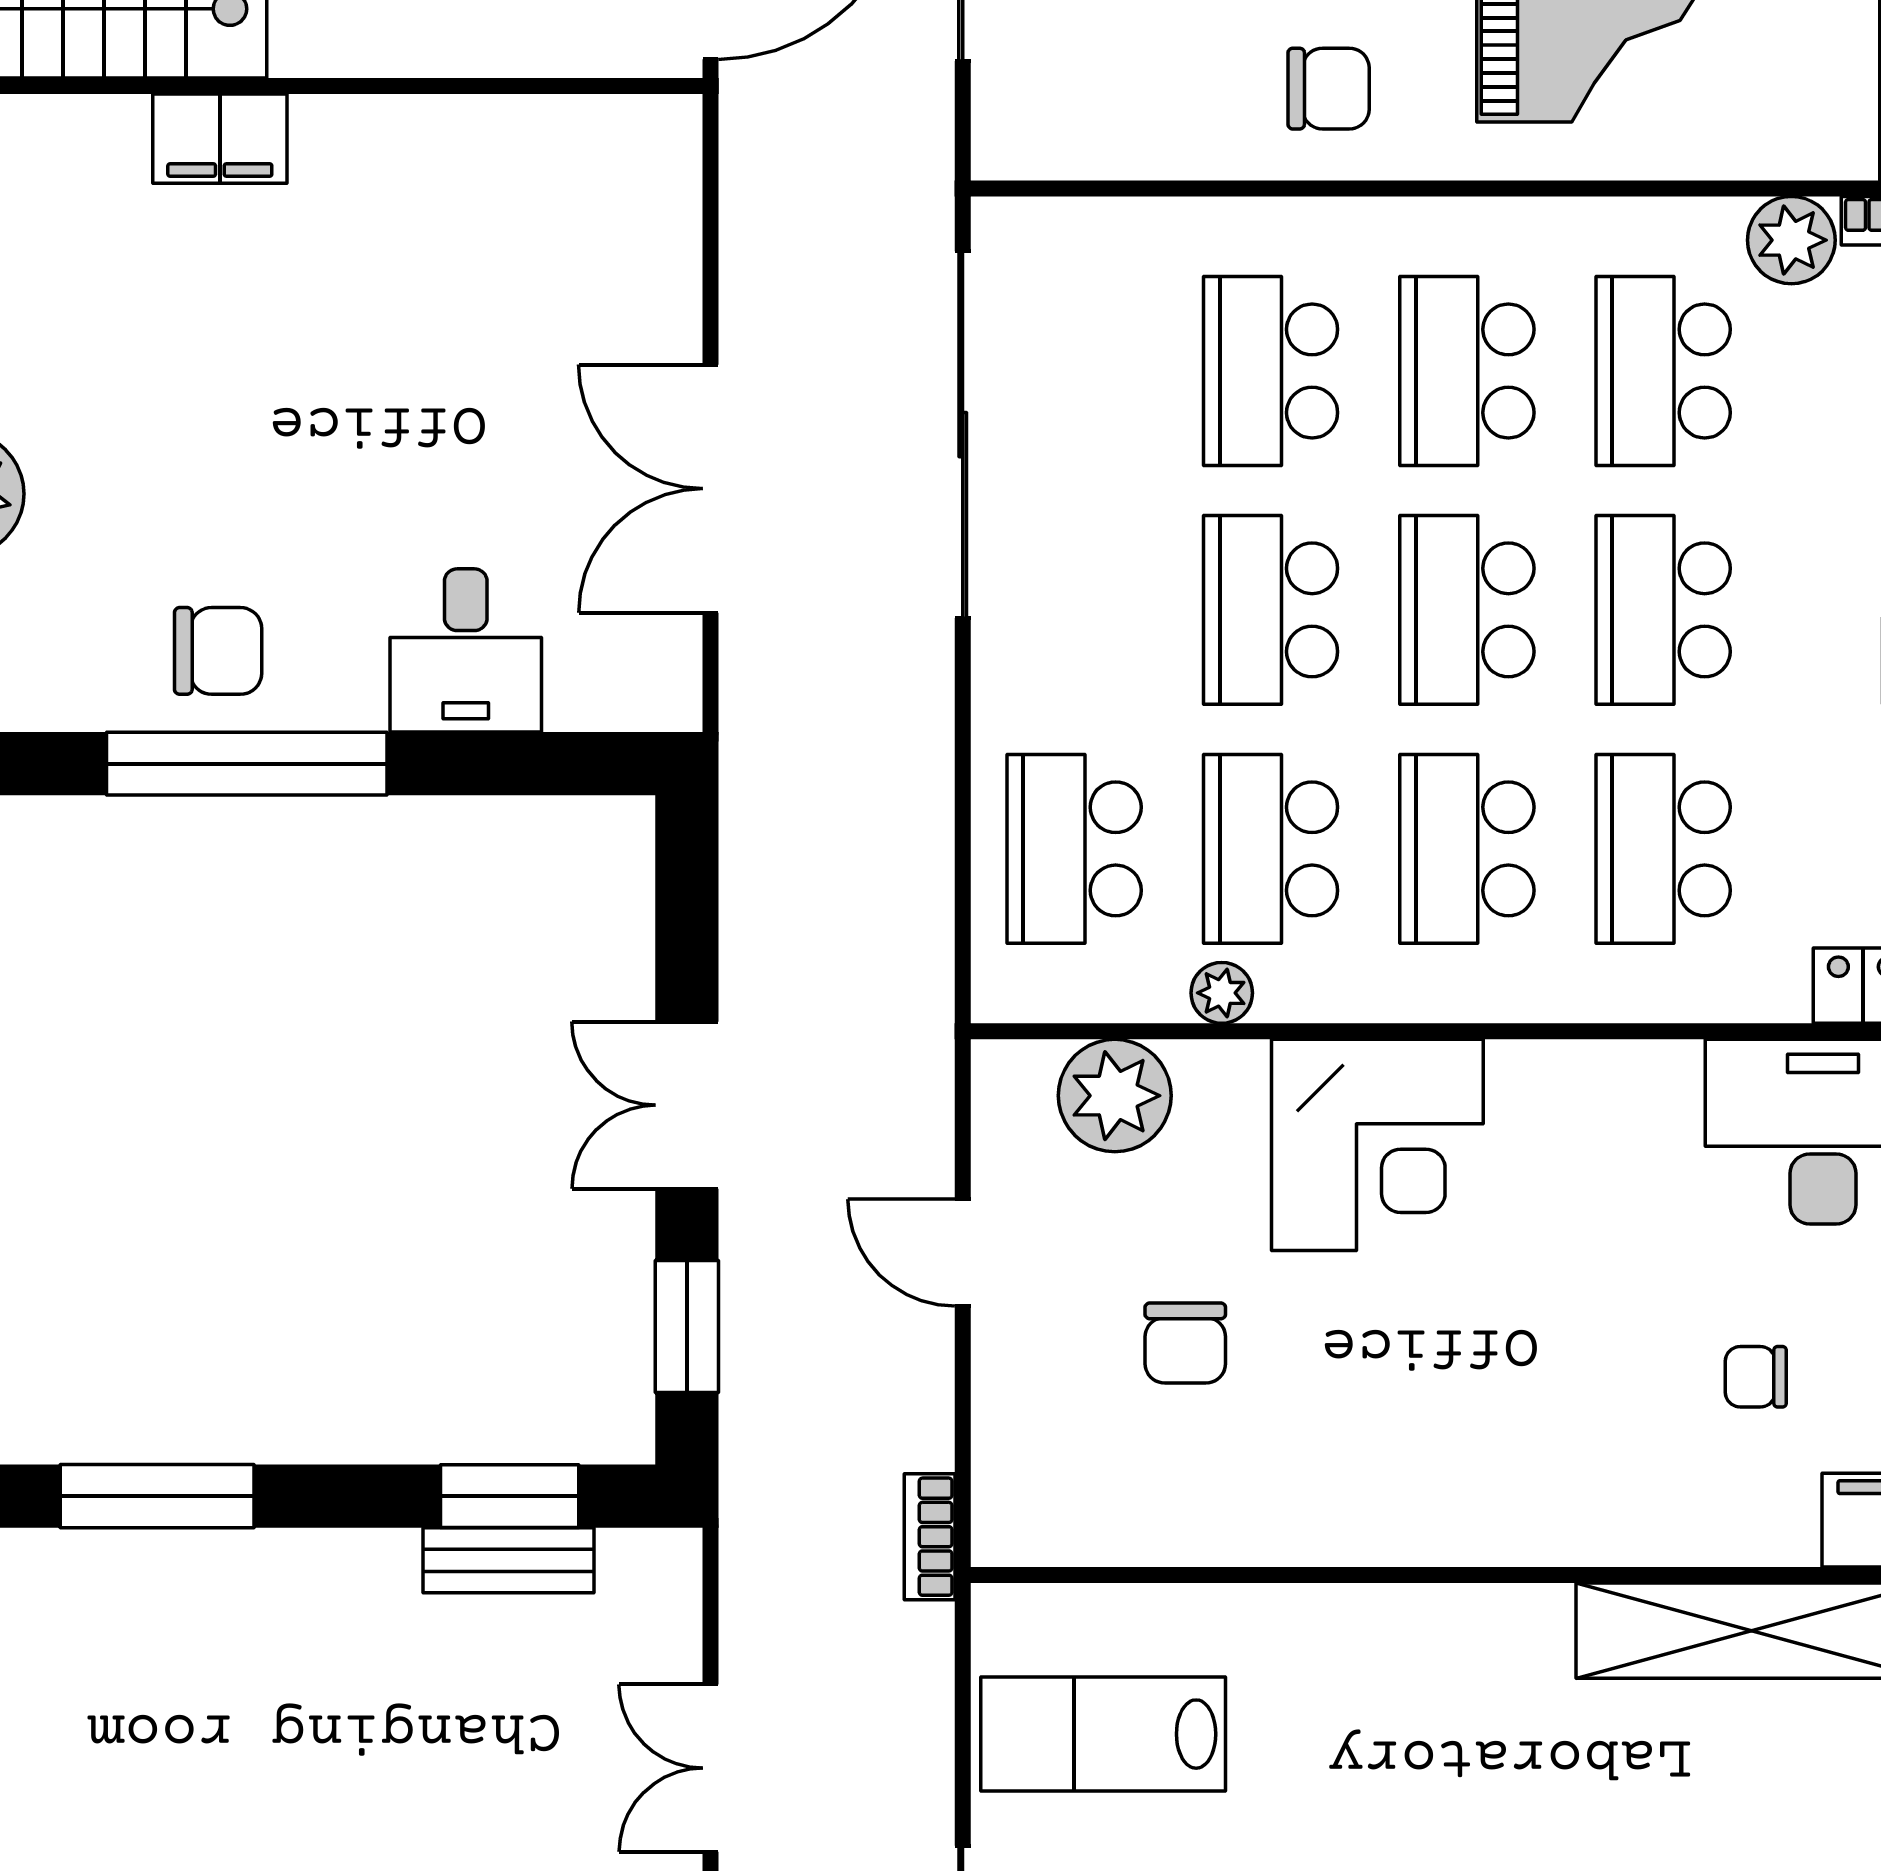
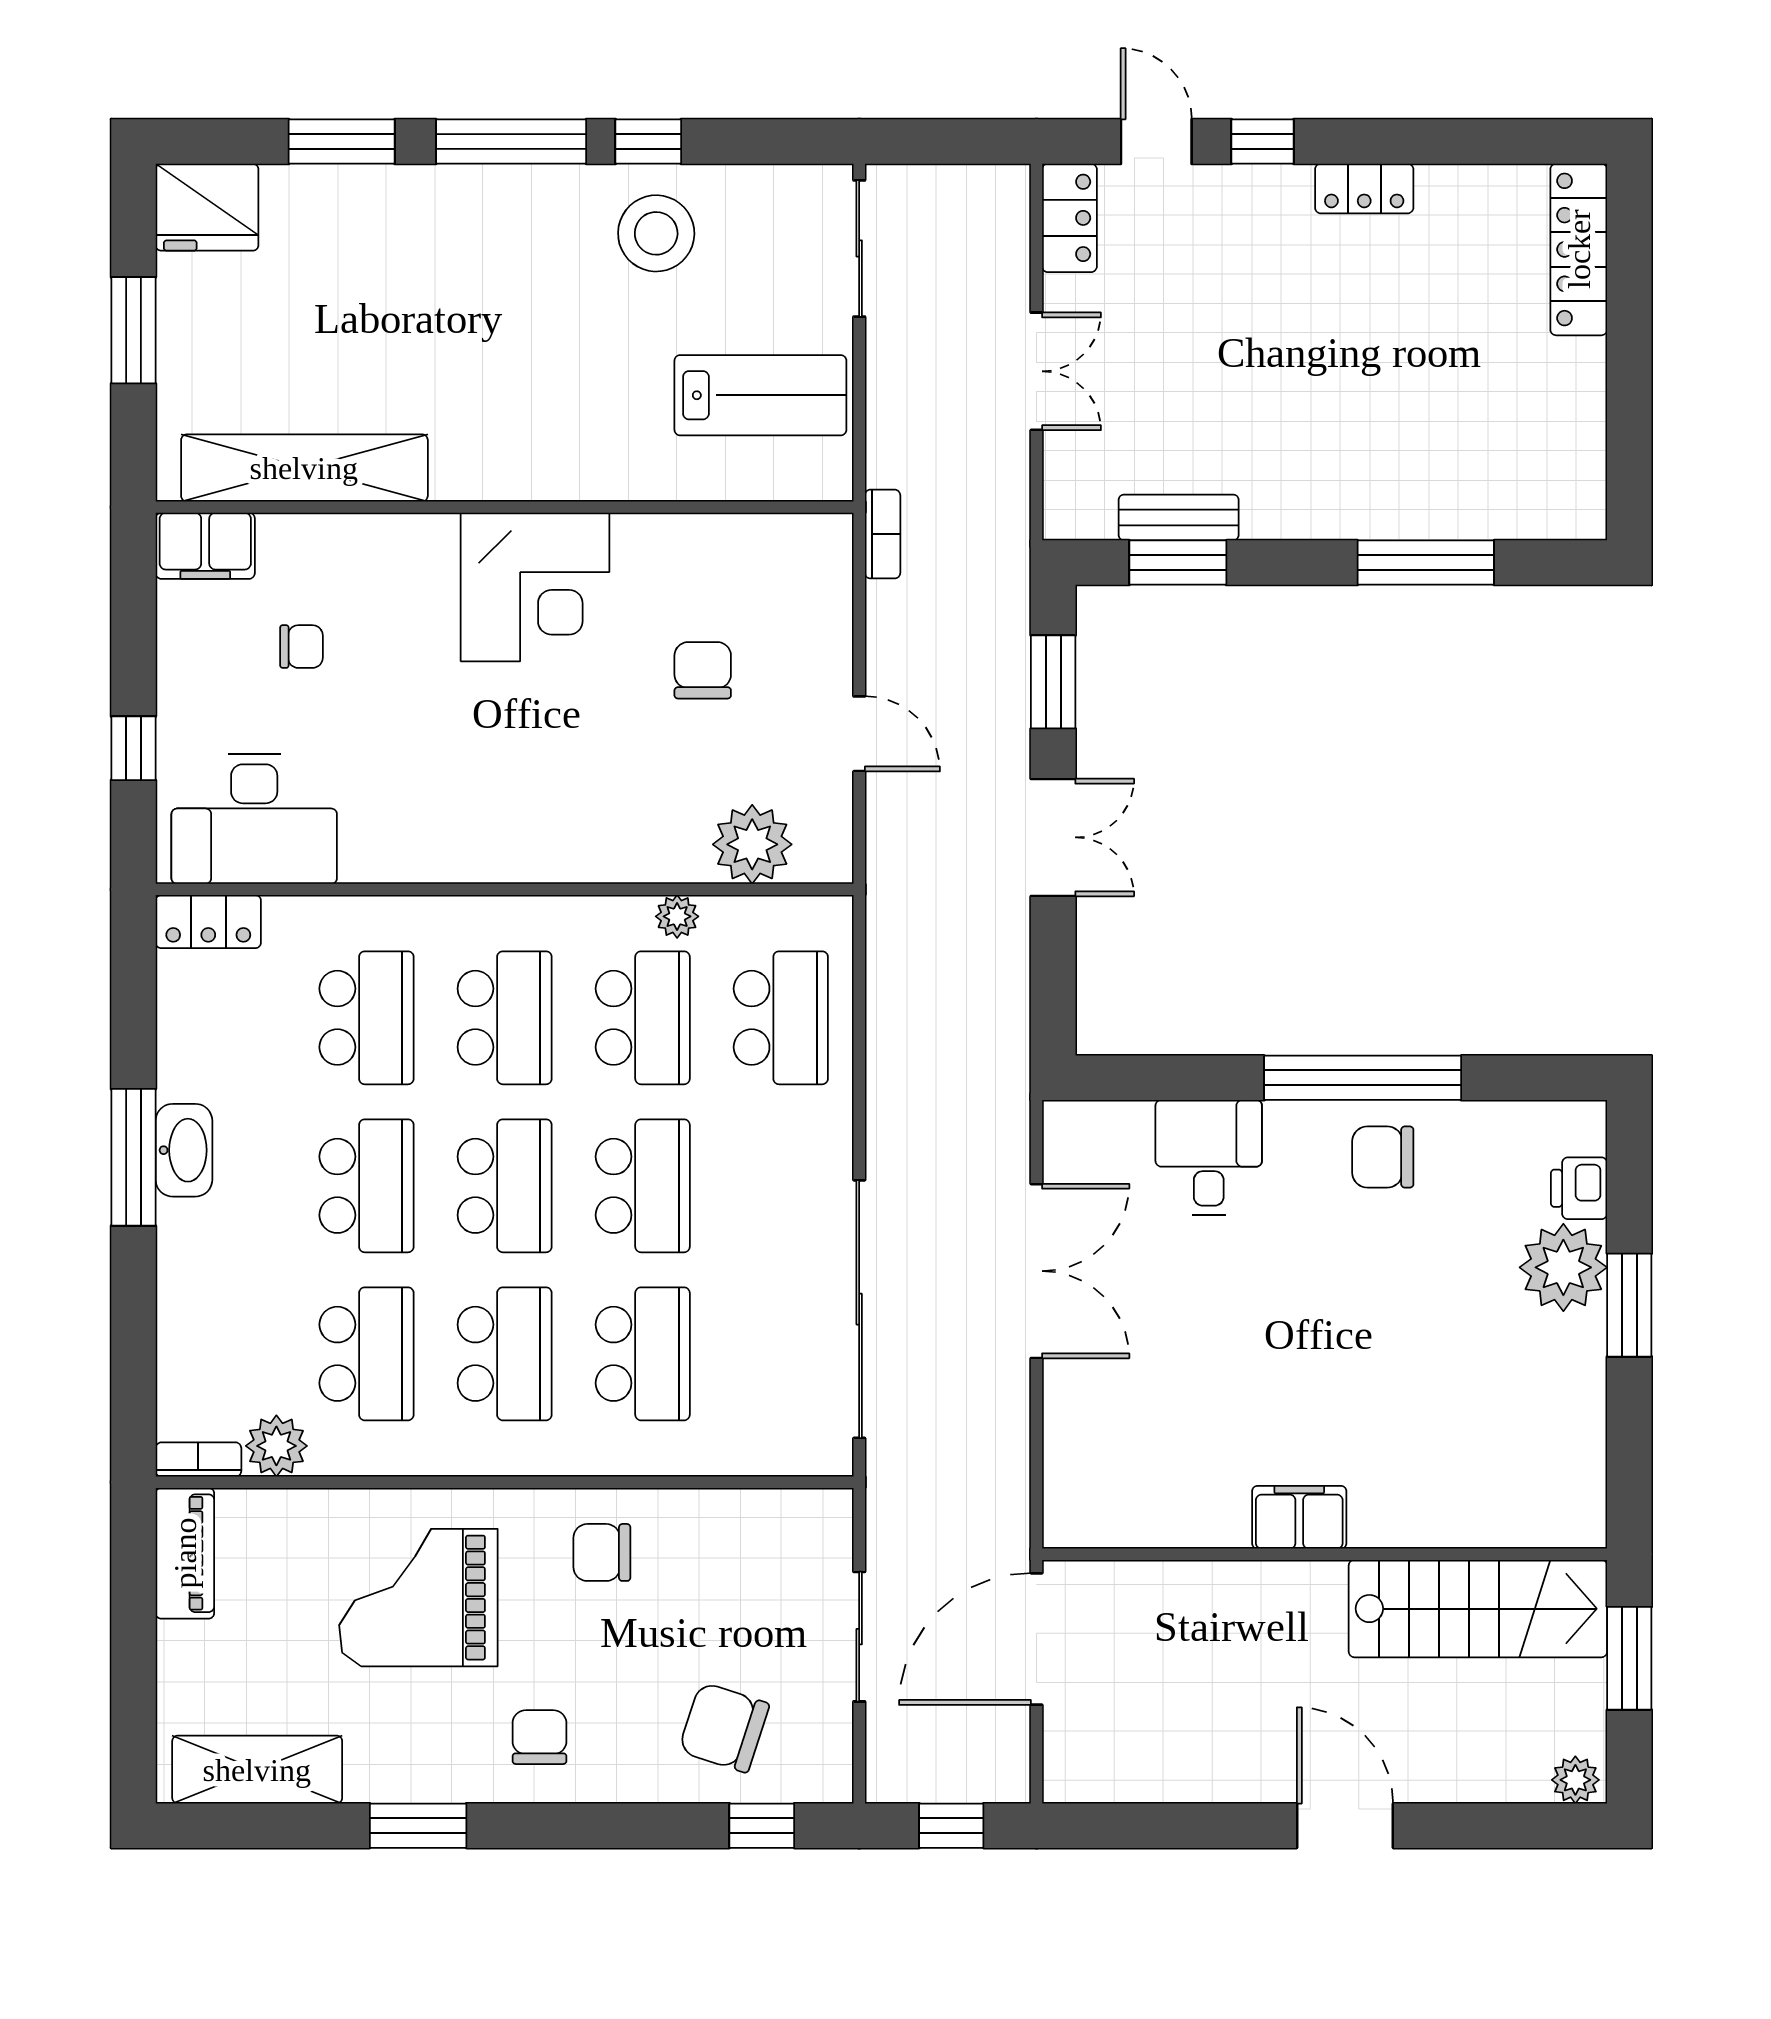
filing cabinet: (220, 139) -> (1299, 1517), moved
corner desk: (1377, 1145) -> (535, 587), moved, turned 180

